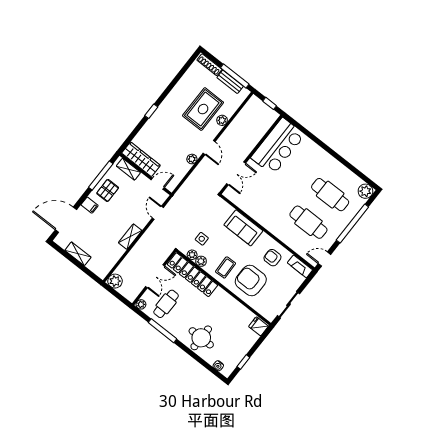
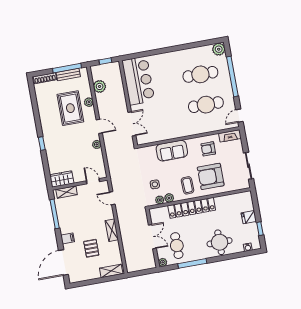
wardrobe: (141, 159) -> (62, 179), width x0.67
door: (158, 184) -> (93, 181), hinge flipped
pallet: (108, 190) -> (91, 248), moved
shelving: (78, 254) -> (111, 271), moved
locker: (192, 275) -> (192, 208), moved
plant: (115, 281) -> (100, 86), moved
fridge: (259, 326) -> (249, 217), moved

